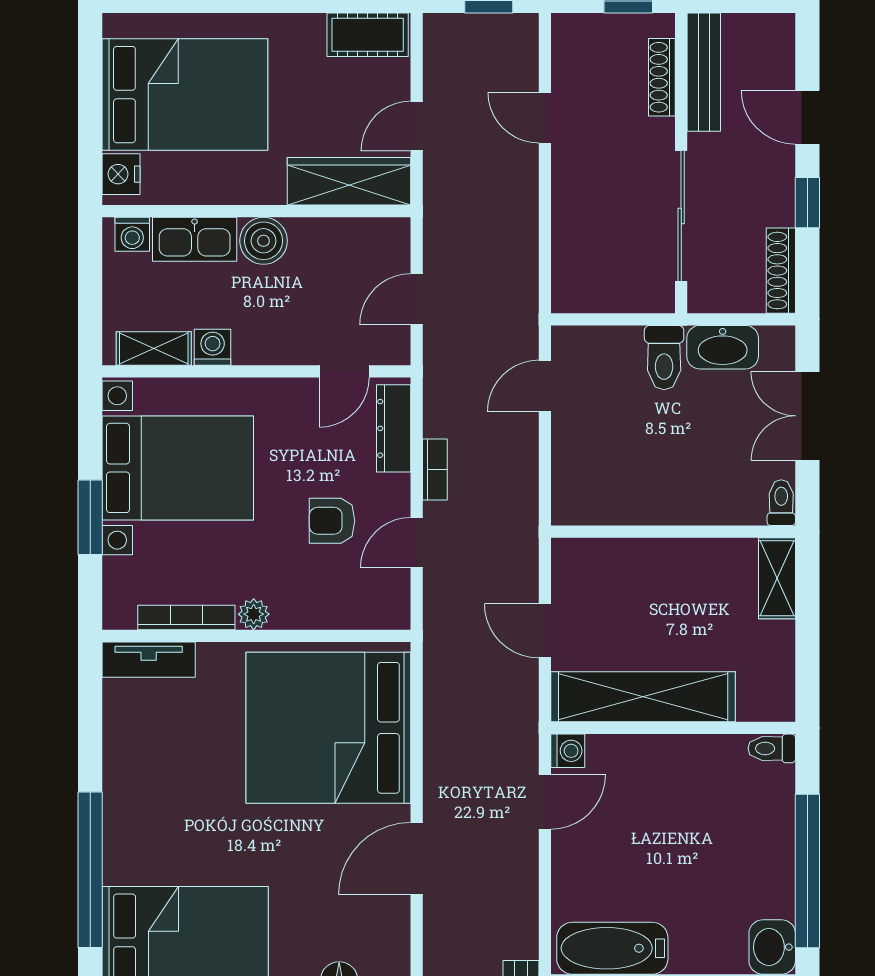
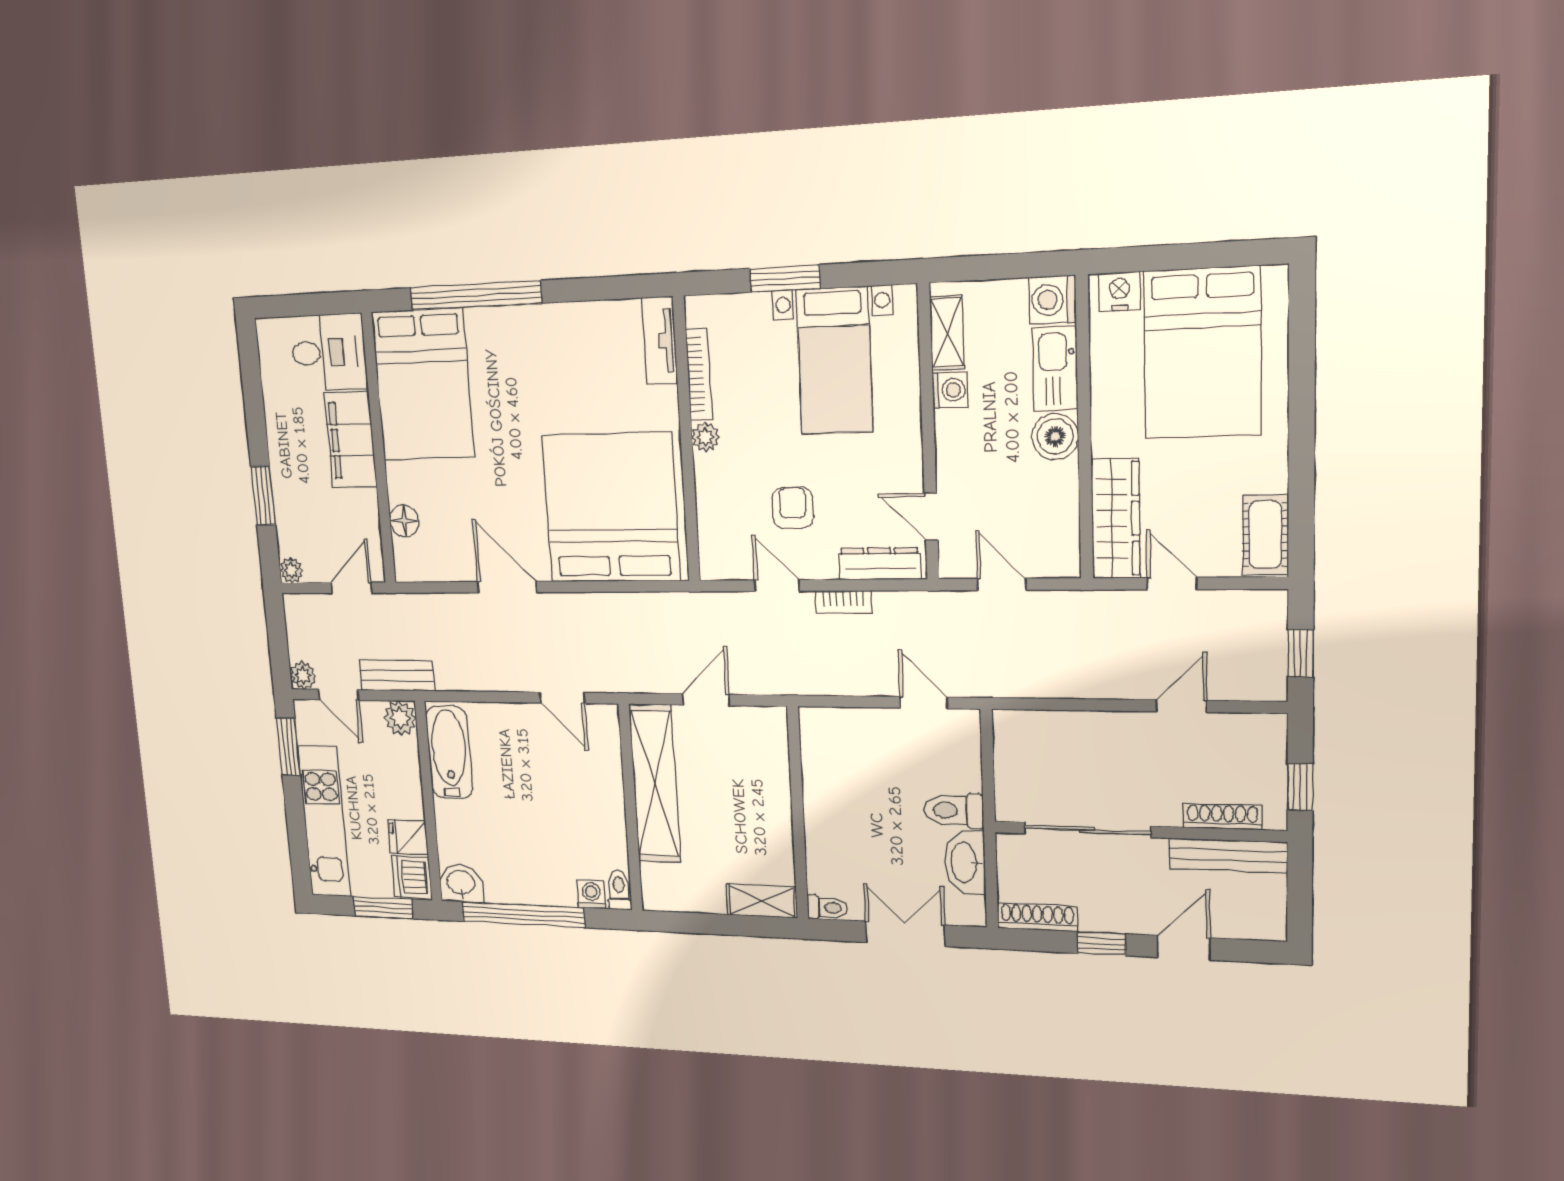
washing machine: (132, 234) -> (1052, 300), width x1.38, depth x1.38
bed with nightstands: (178, 468) -> (835, 361), width x0.73
washing machine: (568, 751) -> (591, 894), moved, turned 180

